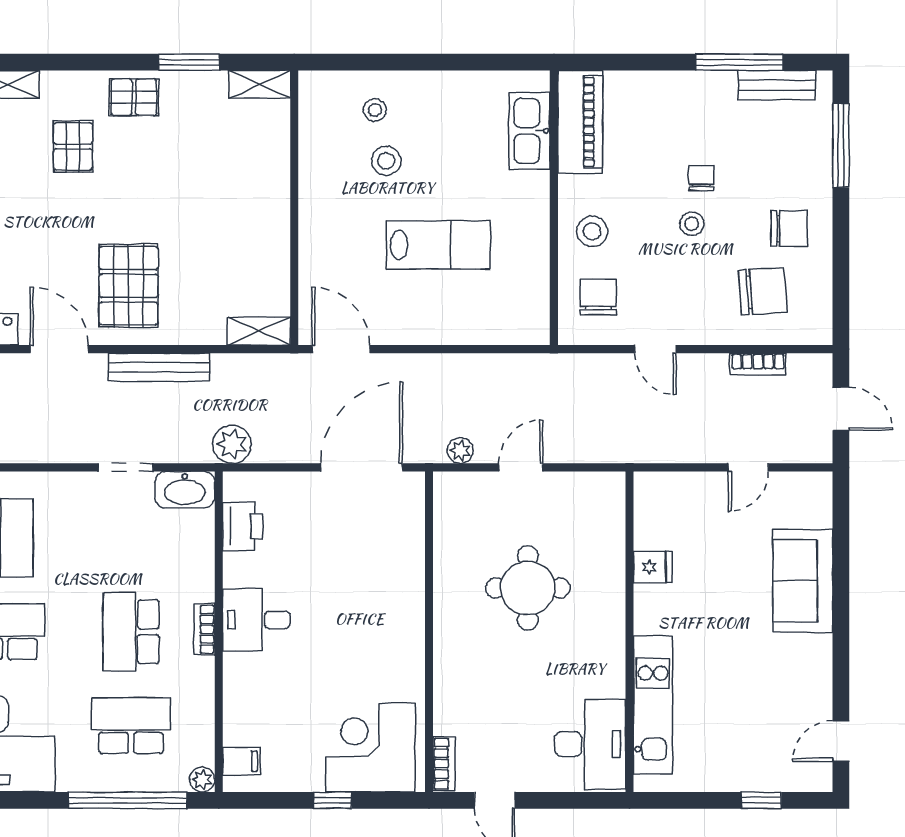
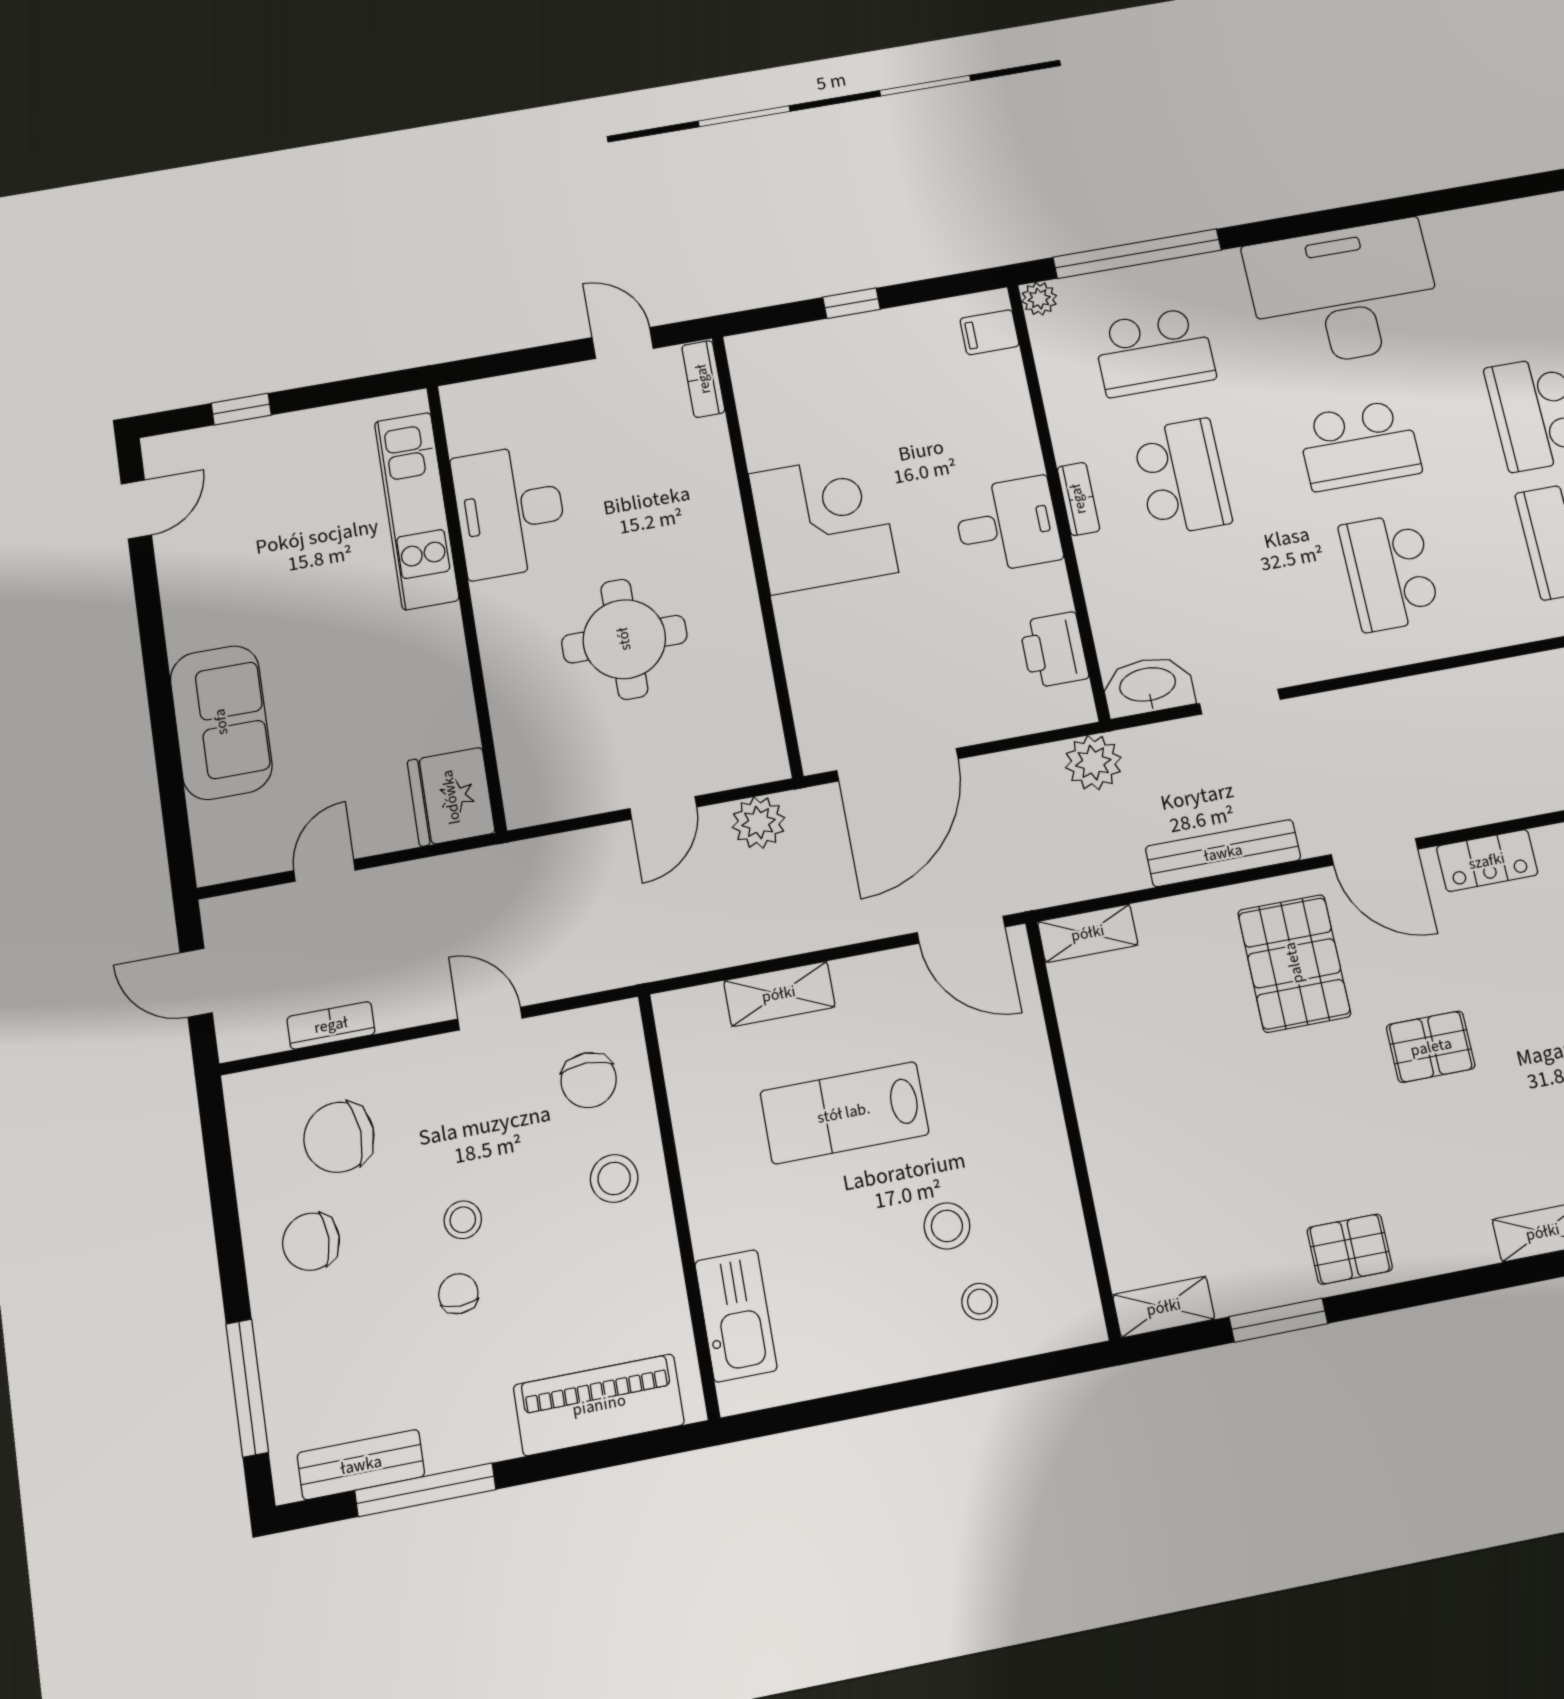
piano: (580, 122) -> (599, 1405), moved, turned 90
pallet: (73, 147) -> (1431, 1047), moved, turned 90
chair: (701, 178) -> (458, 1294), turned 180
shelving: (466, 330) -> (779, 994), added
plant: (460, 451) -> (759, 823), width x1.38, depth x1.38
fridge: (652, 567) -> (451, 797), moved, width x1.88, depth x1.34
desk: (590, 744) -> (510, 511), moved
corner desk: (370, 748) -> (823, 523), moved, turned -90

